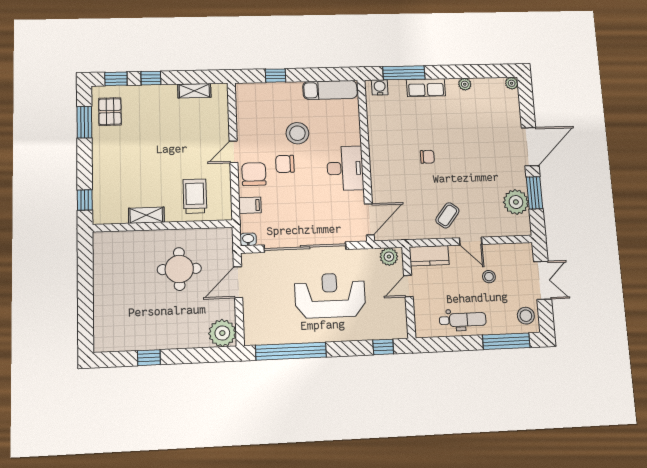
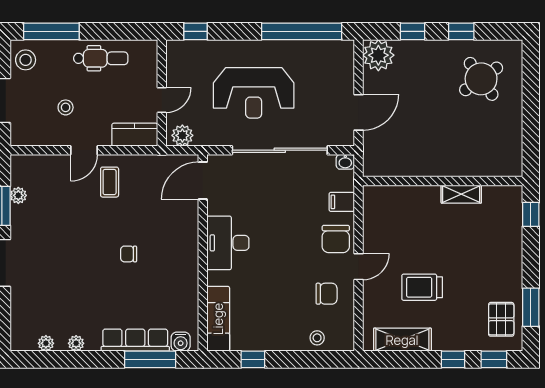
window: (275, 75) -> (253, 359), moved
plant: (512, 83) -> (46, 343), moved
row of seats: (426, 88) -> (135, 340), width x1.48
exam couch: (330, 90) -> (218, 319), moved, turned 90
shelving: (194, 91) -> (402, 340), width x1.50, depth x1.33
stool: (297, 133) -> (317, 338), moved, width x0.53, depth x0.53
chair: (285, 164) -> (327, 294), moved
trolley: (195, 196) -> (422, 287), moved, turned 90
plant: (516, 202) -> (18, 195), width x0.53, depth x0.53
coffee table: (447, 215) -> (110, 182), turned -38
door: (471, 241) -> (84, 150), swing flipped
round table: (179, 269) -> (481, 79), moved, turned -35
dental chair: (463, 320) -> (101, 58), turned 180
window: (192, 356) -> (413, 31), added

